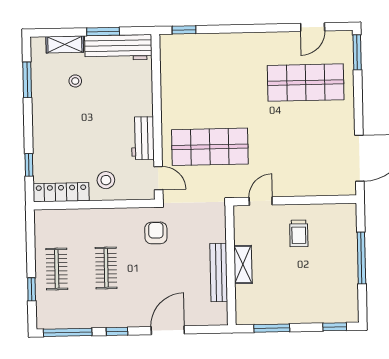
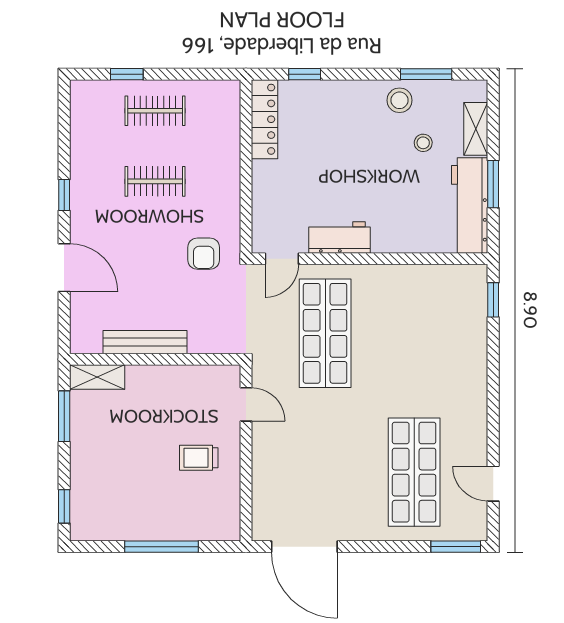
stool: (106, 180) -> (400, 100), moved
armchair: (156, 233) -> (204, 254), turned 90
shelving: (243, 265) -> (97, 377), moved
window: (68, 332) -> (64, 124), removed

